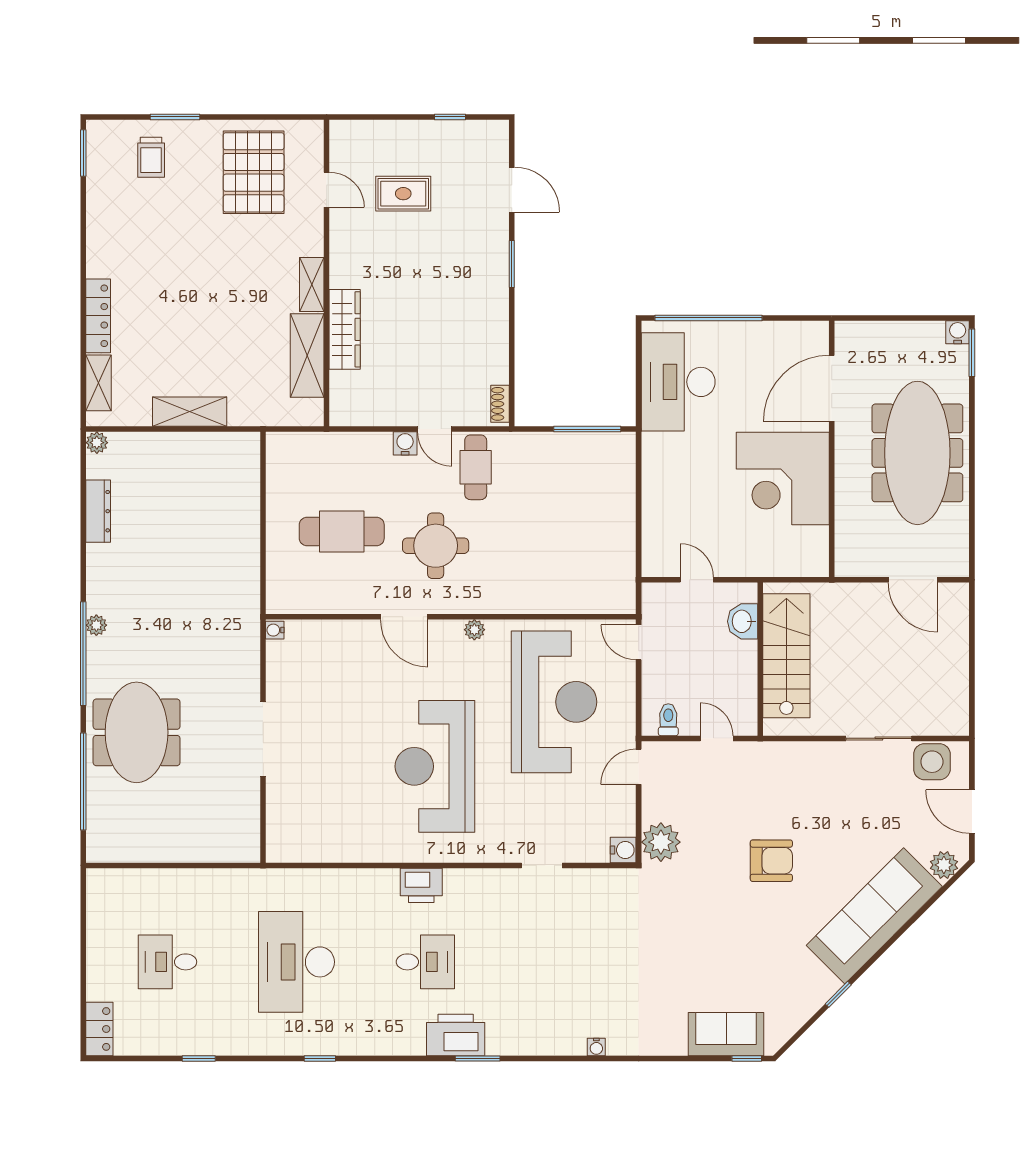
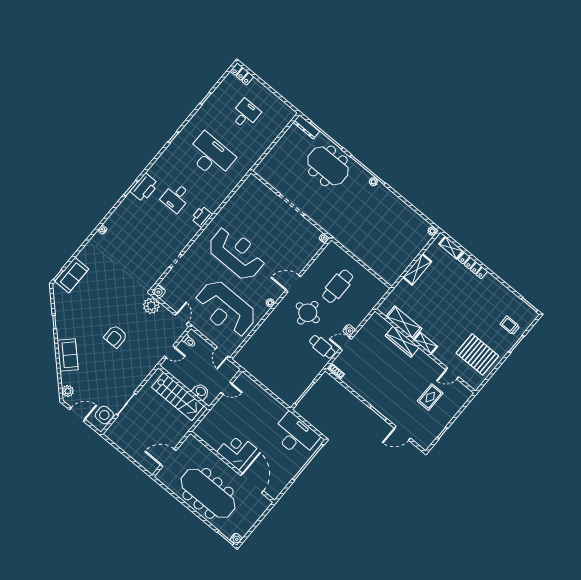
corner desk: (783, 478) -> (237, 450), width x0.74, depth x0.74
dresser: (98, 511) -> (306, 127), moved
door: (639, 642) -> (222, 352), swing flipped
sofa: (874, 916) -> (68, 355), width x0.54, depth x0.79

